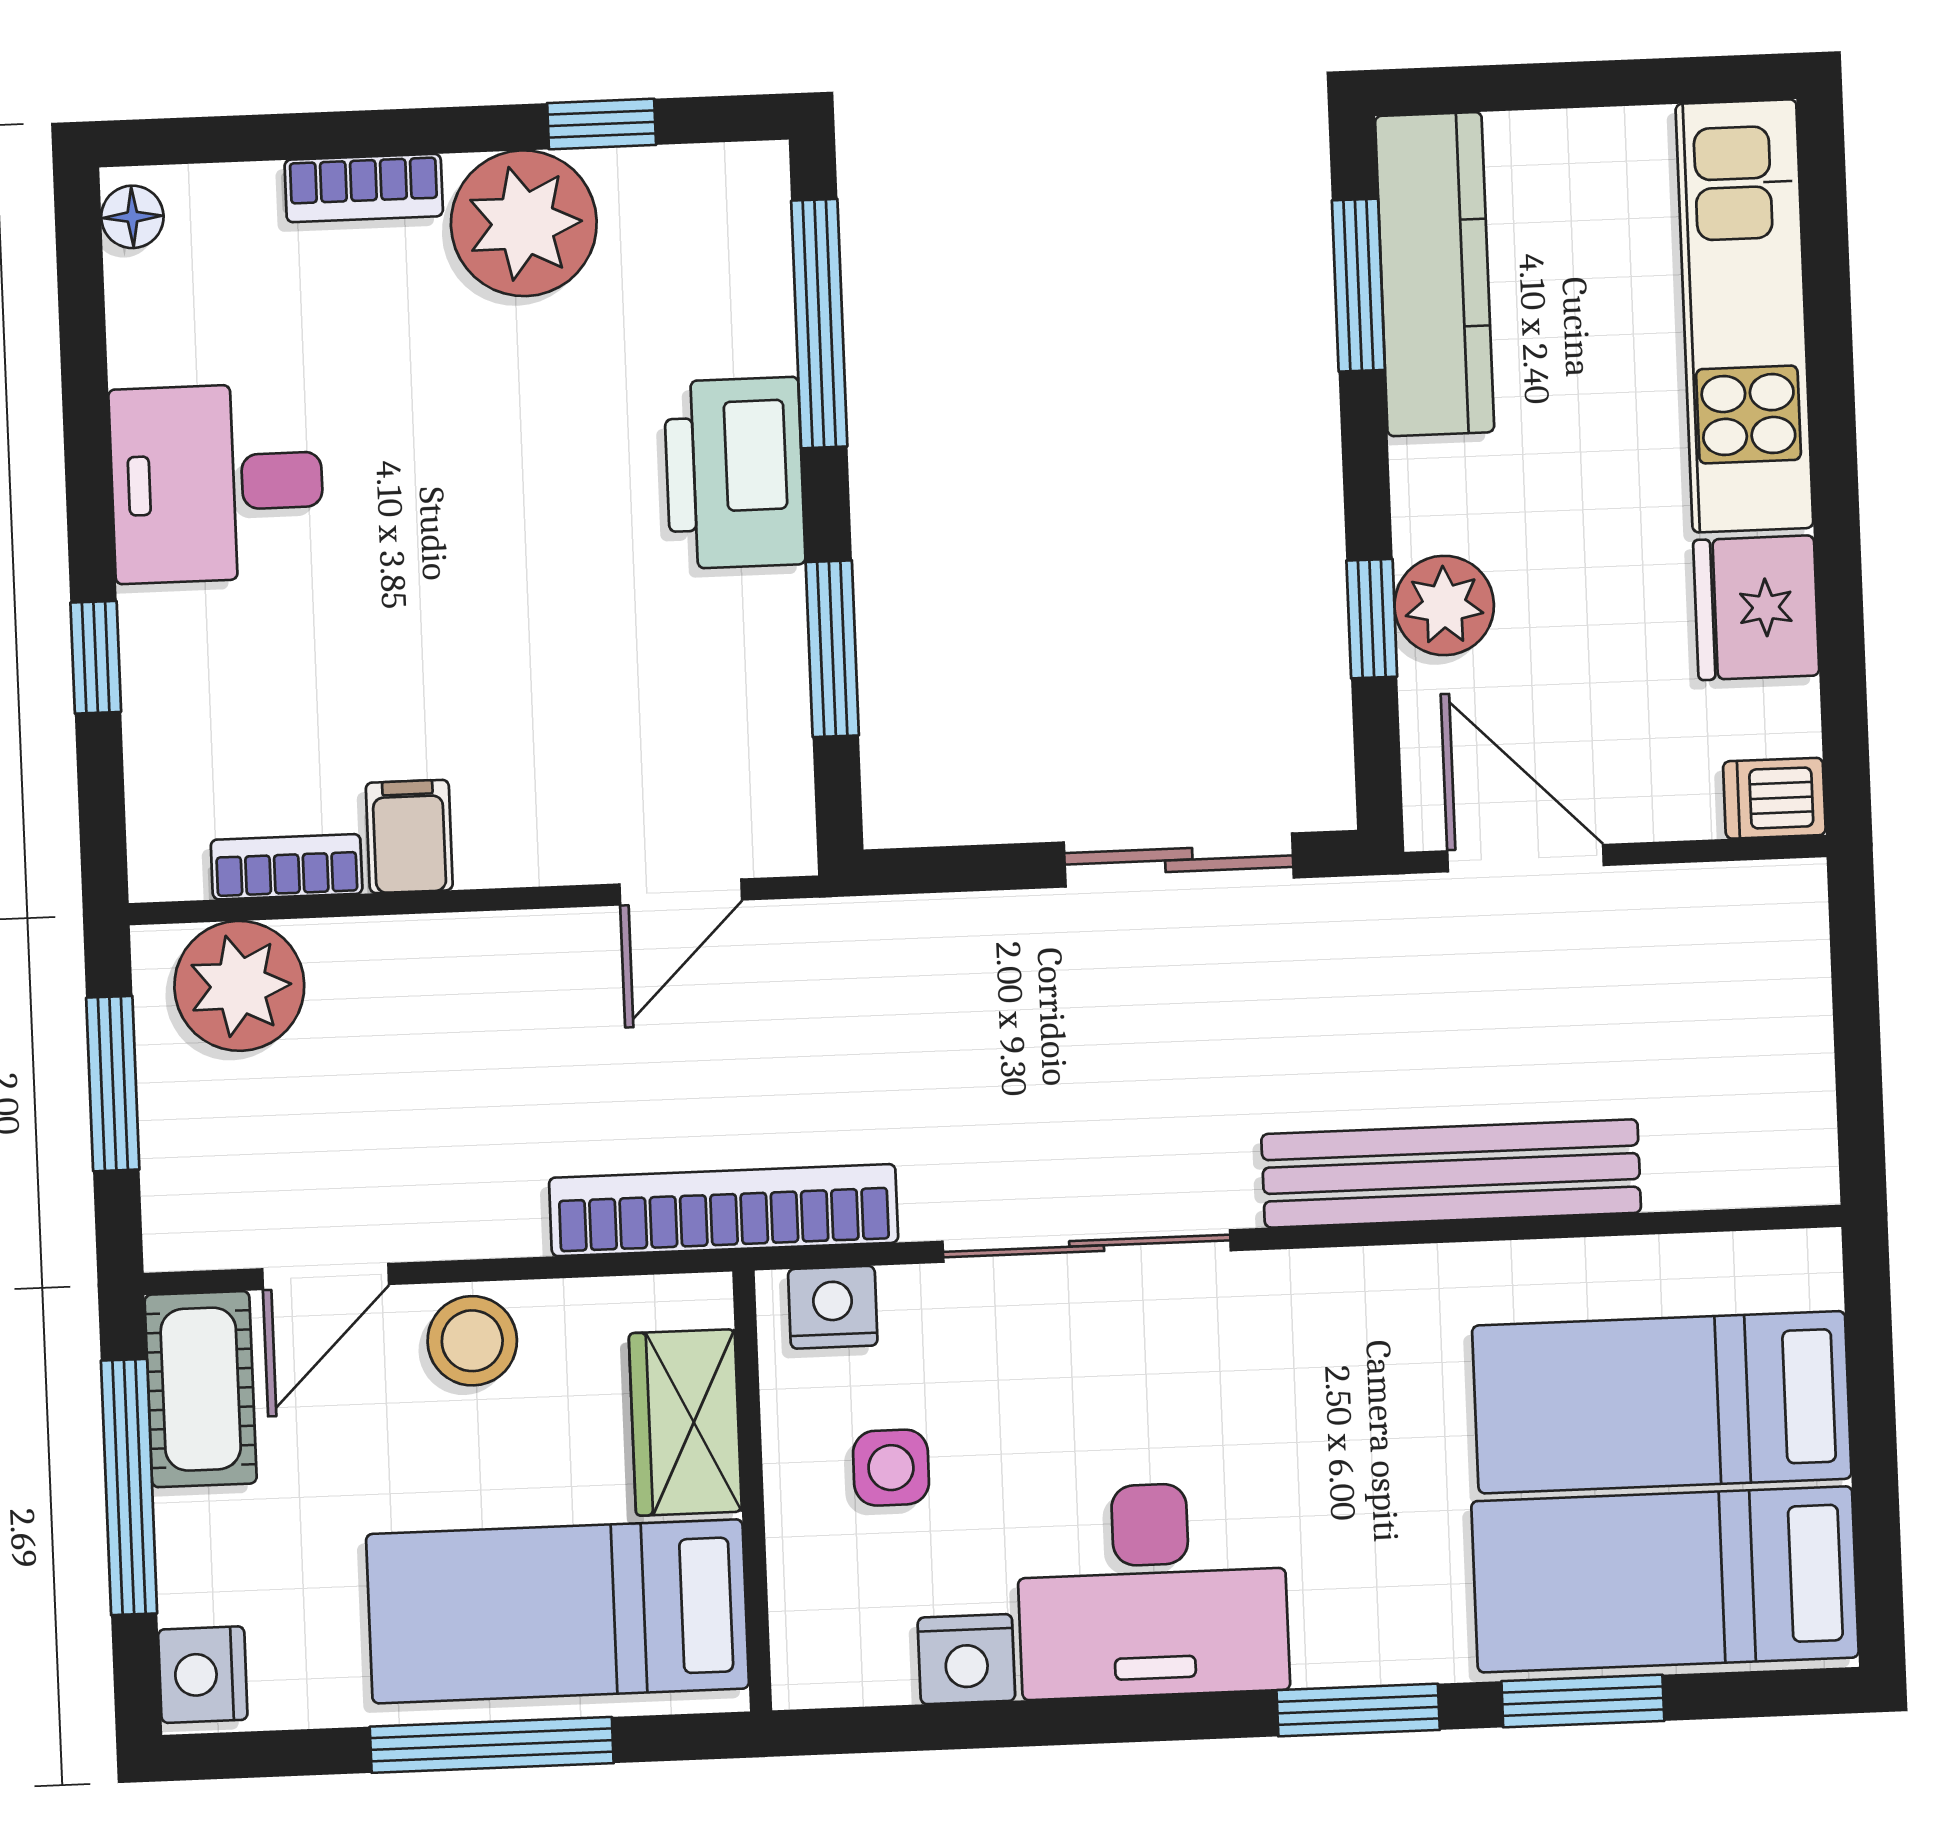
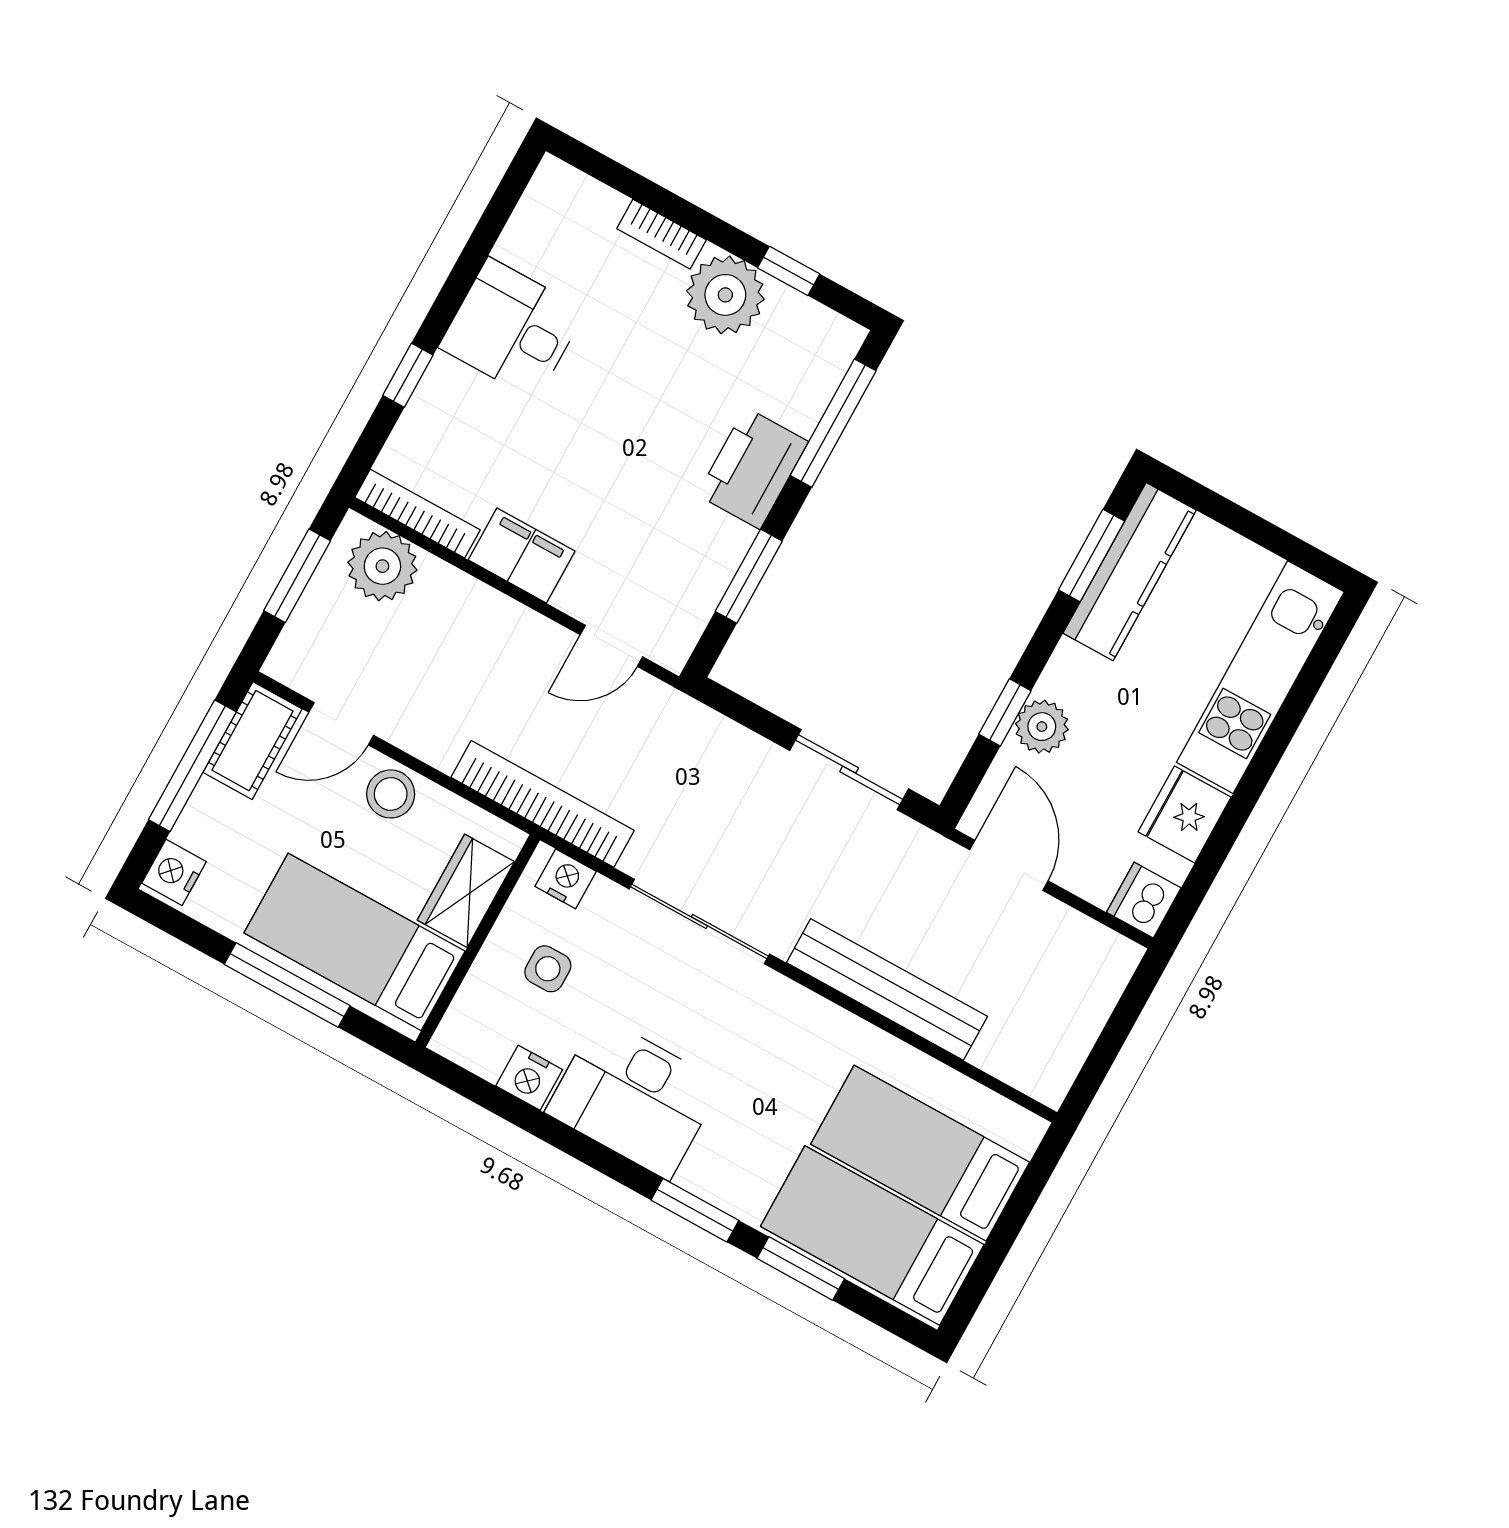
floor lamp: (132, 217) -> (547, 183), removed
dishwasher: (1774, 798) -> (1144, 900), width x1.38
filing cabinet: (409, 836) -> (522, 556), width x2.00
bookcase: (287, 867) -> (417, 514), width x1.56

